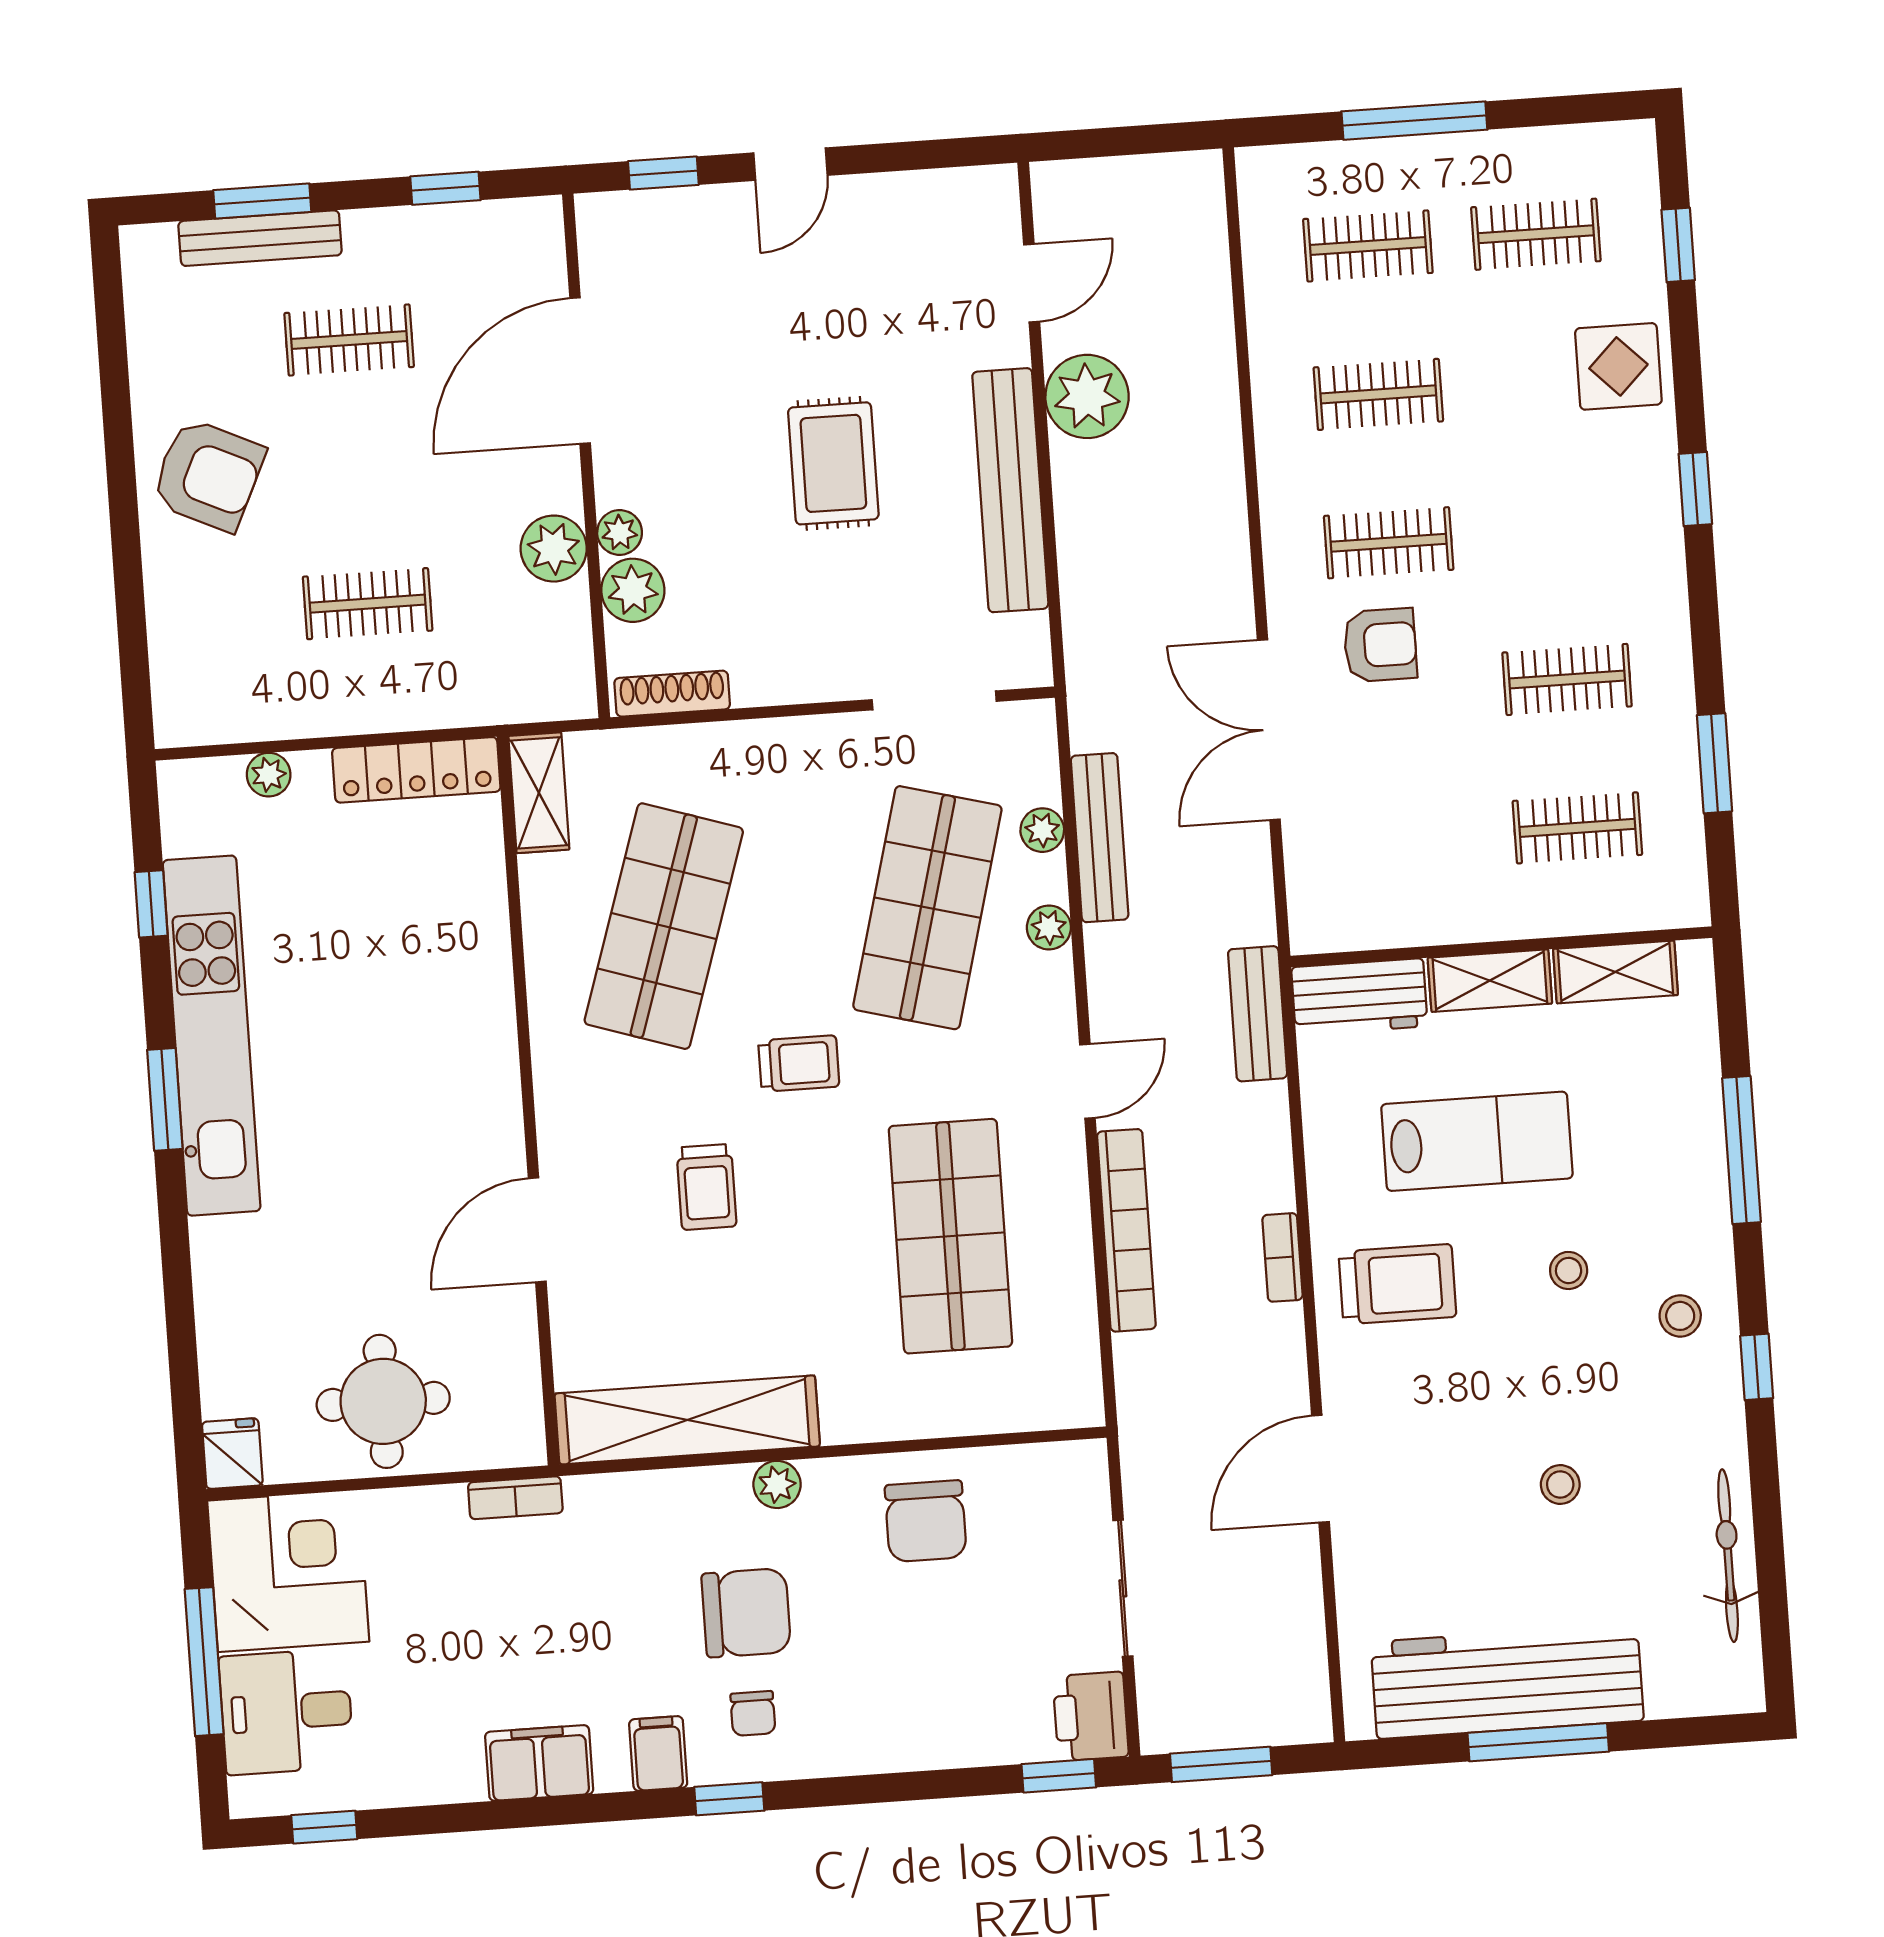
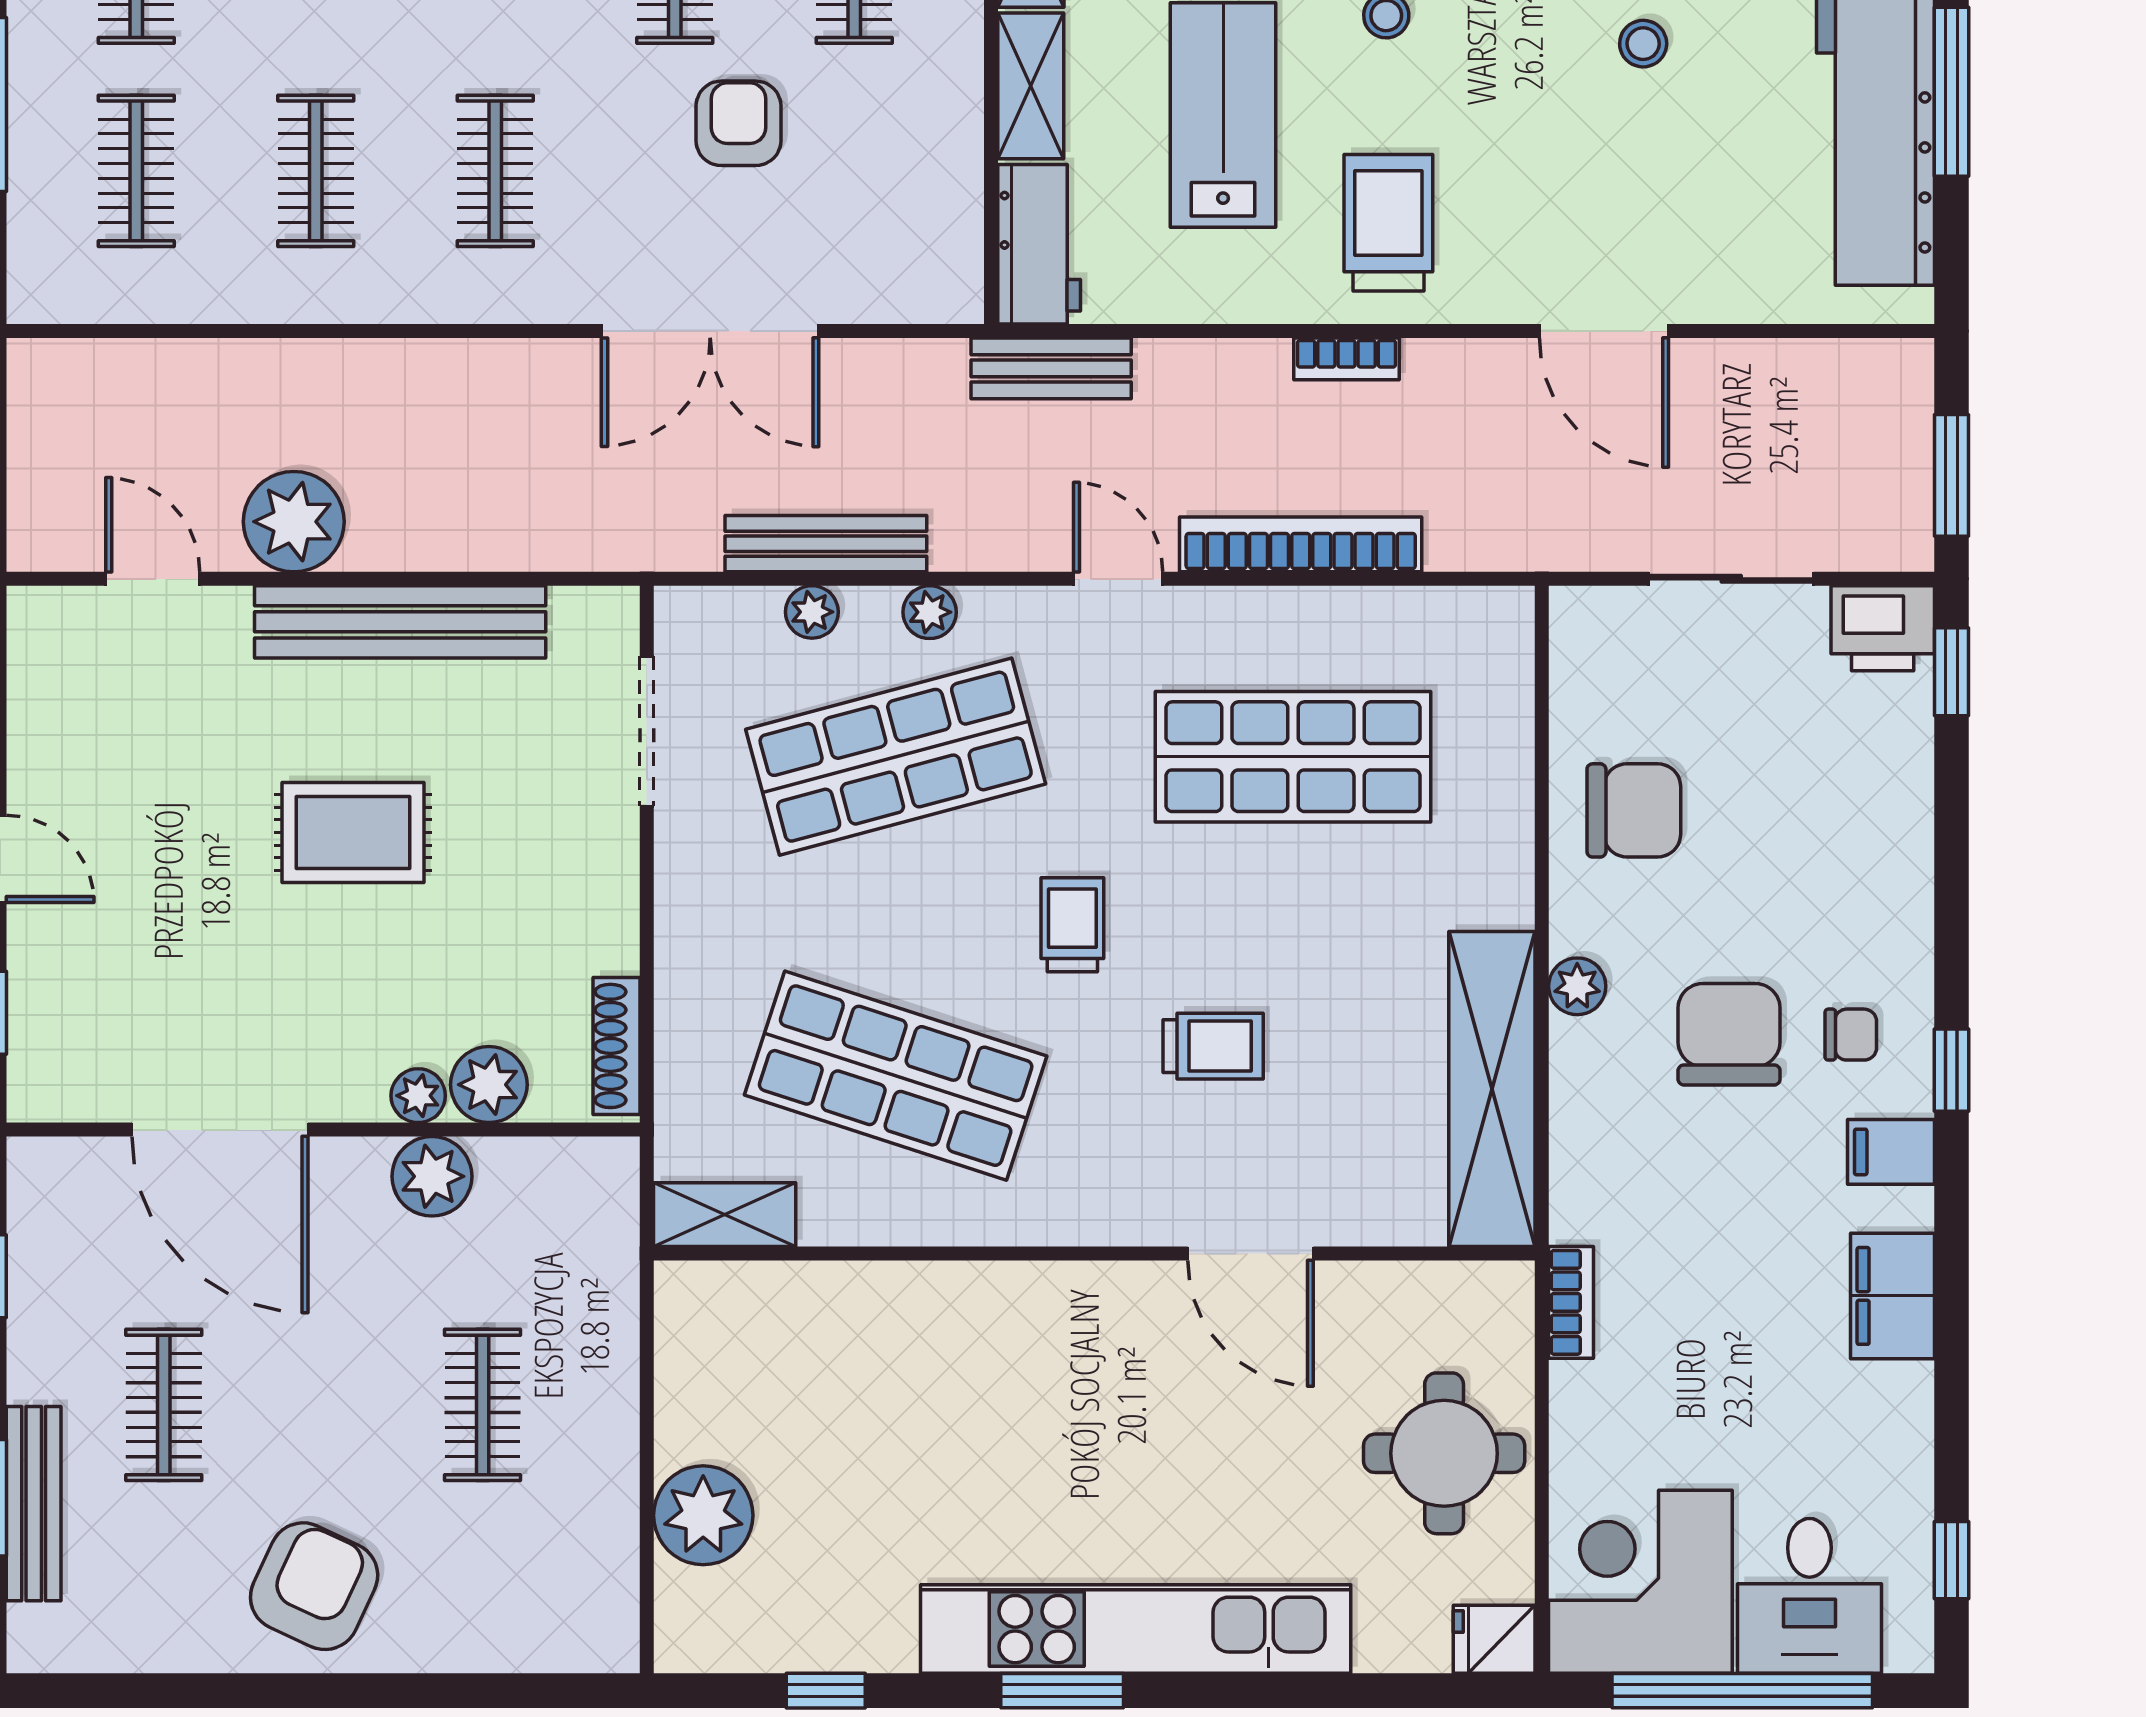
armchair: (1380, 645) -> (738, 123), moved
locker: (416, 770) -> (687, 1360), removed
plant: (269, 775) -> (703, 1515), width x1.87, depth x1.87
shop shelf: (927, 908) -> (896, 757), turned -30
kitchen unit: (212, 1036) -> (1136, 1629), moved
window: (204, 1662) -> (1742, 1691), width x1.46

